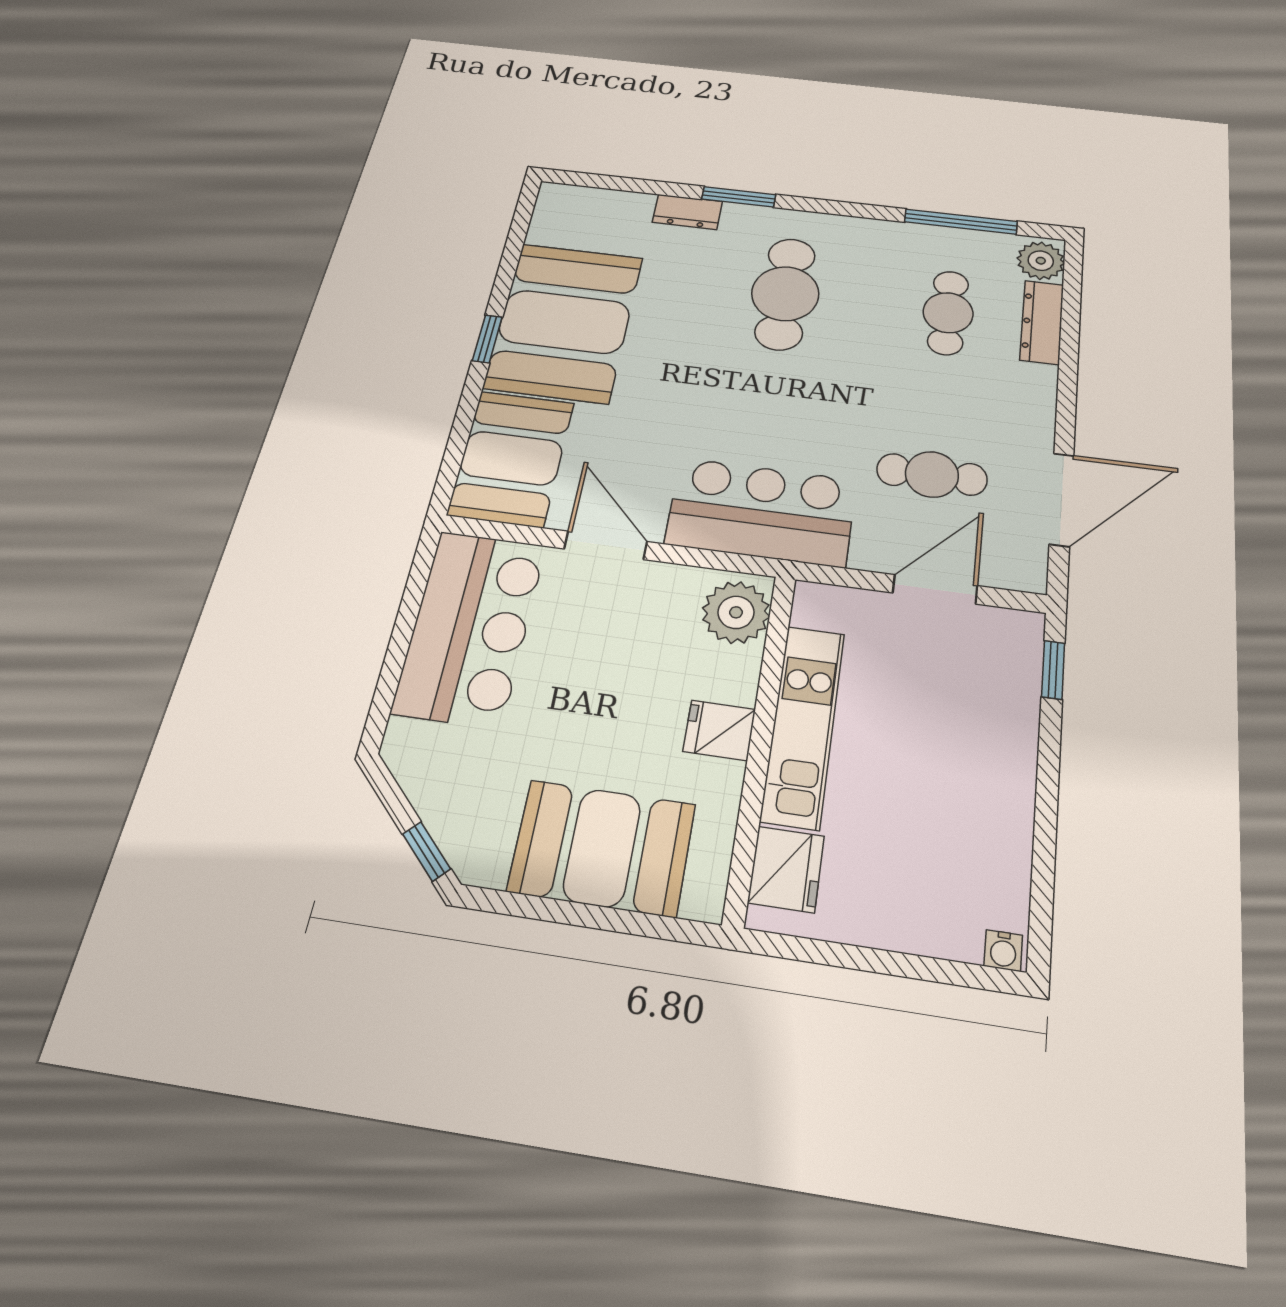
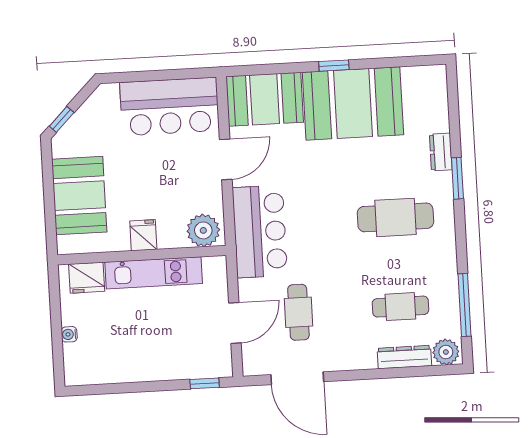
door: (935, 589) -> (235, 323), hinge flipped
water cooler: (1003, 951) -> (69, 334), moved

